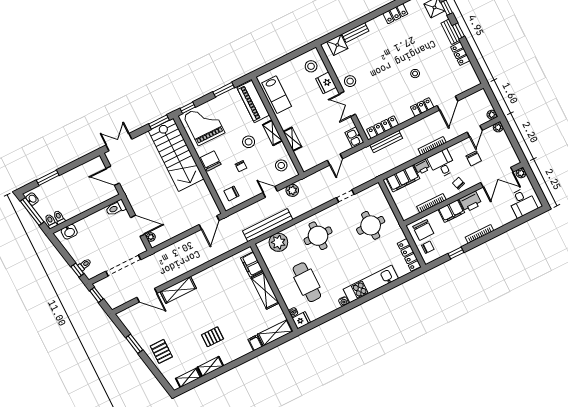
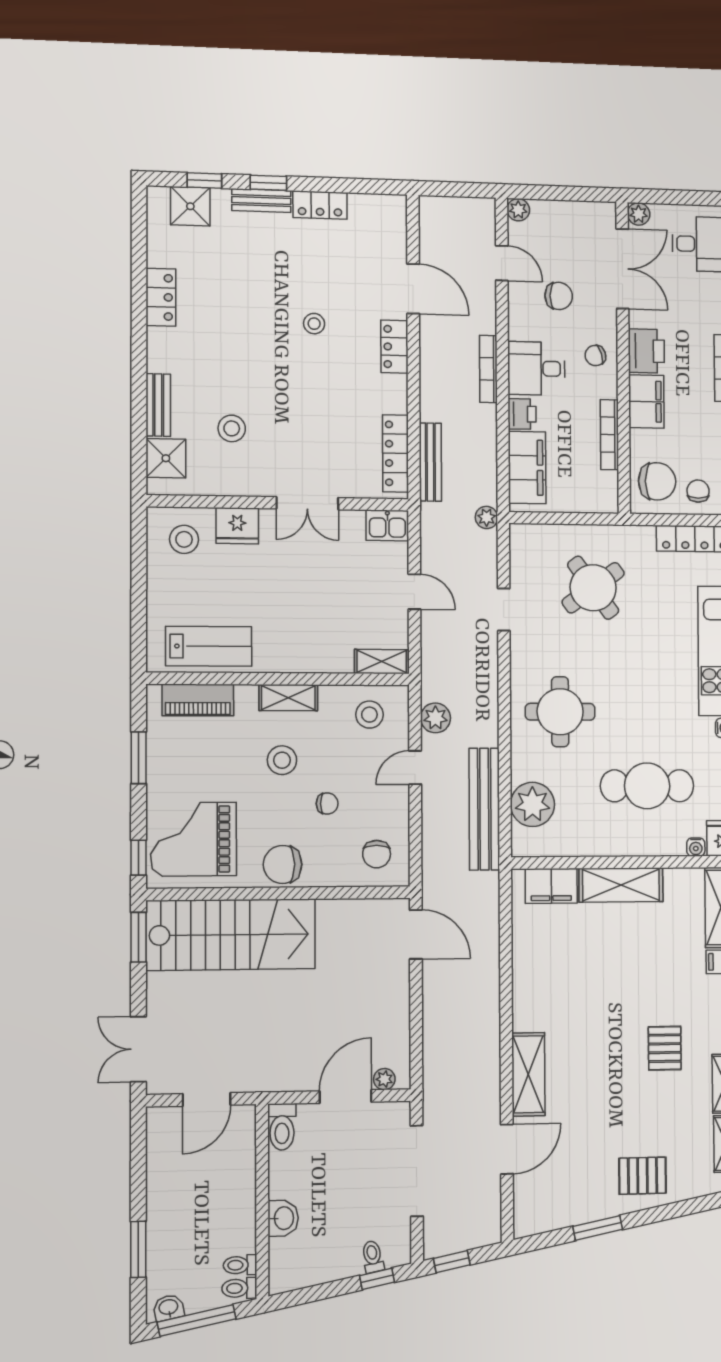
stool: (350, 81) -> (232, 428), moved
piano: (253, 101) -> (198, 700), width x0.73, depth x0.75
plant: (492, 115) -> (487, 517), moved
shelving: (292, 139) -> (382, 662), moved
round table: (371, 225) -> (593, 588), turned -36
washbasin: (69, 232) -> (283, 1218), moved

